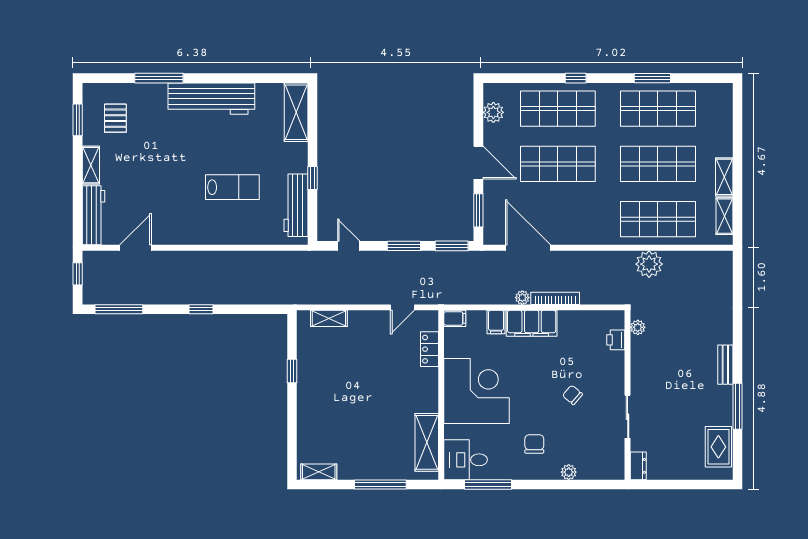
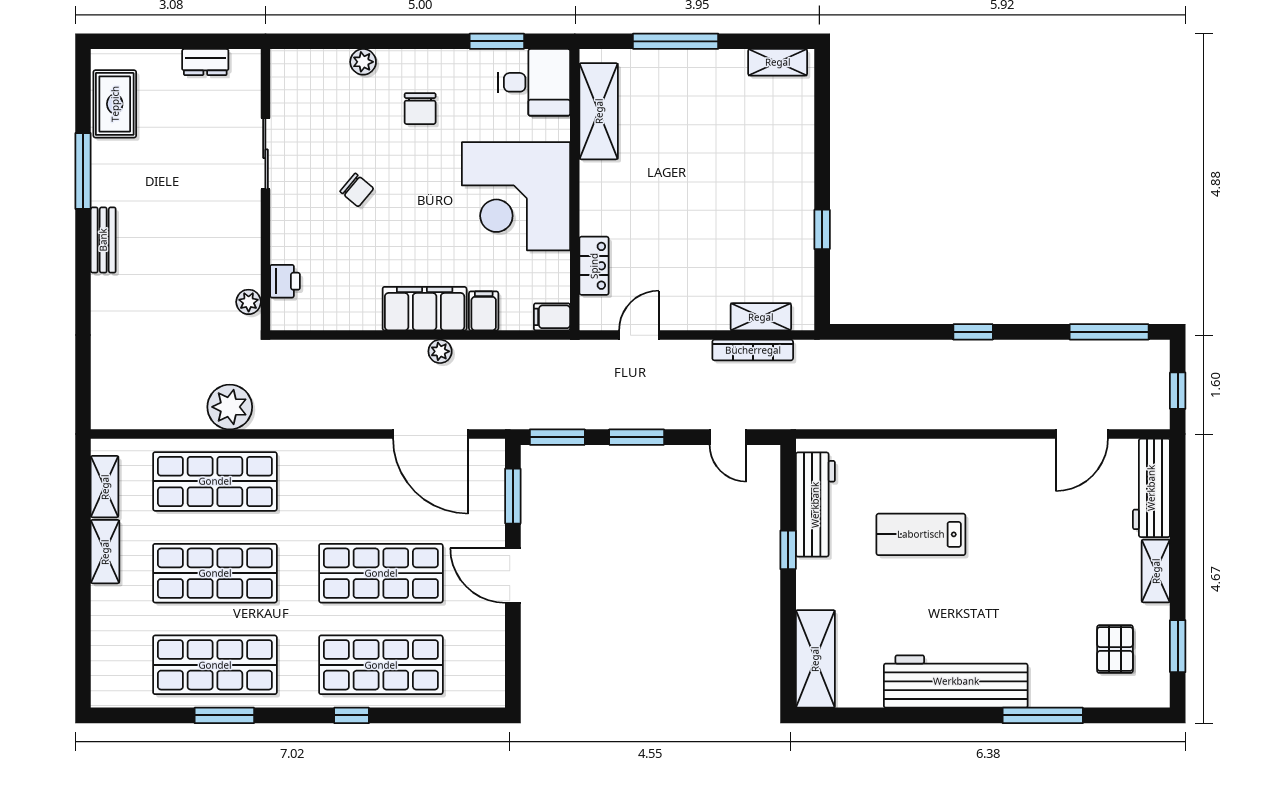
plant: (493, 112) -> (488, 659), removed
bookcase: (555, 298) -> (753, 350), moved
dresser: (638, 466) -> (205, 62), moved, turned -90
window: (488, 485) -> (497, 41), width x0.69

